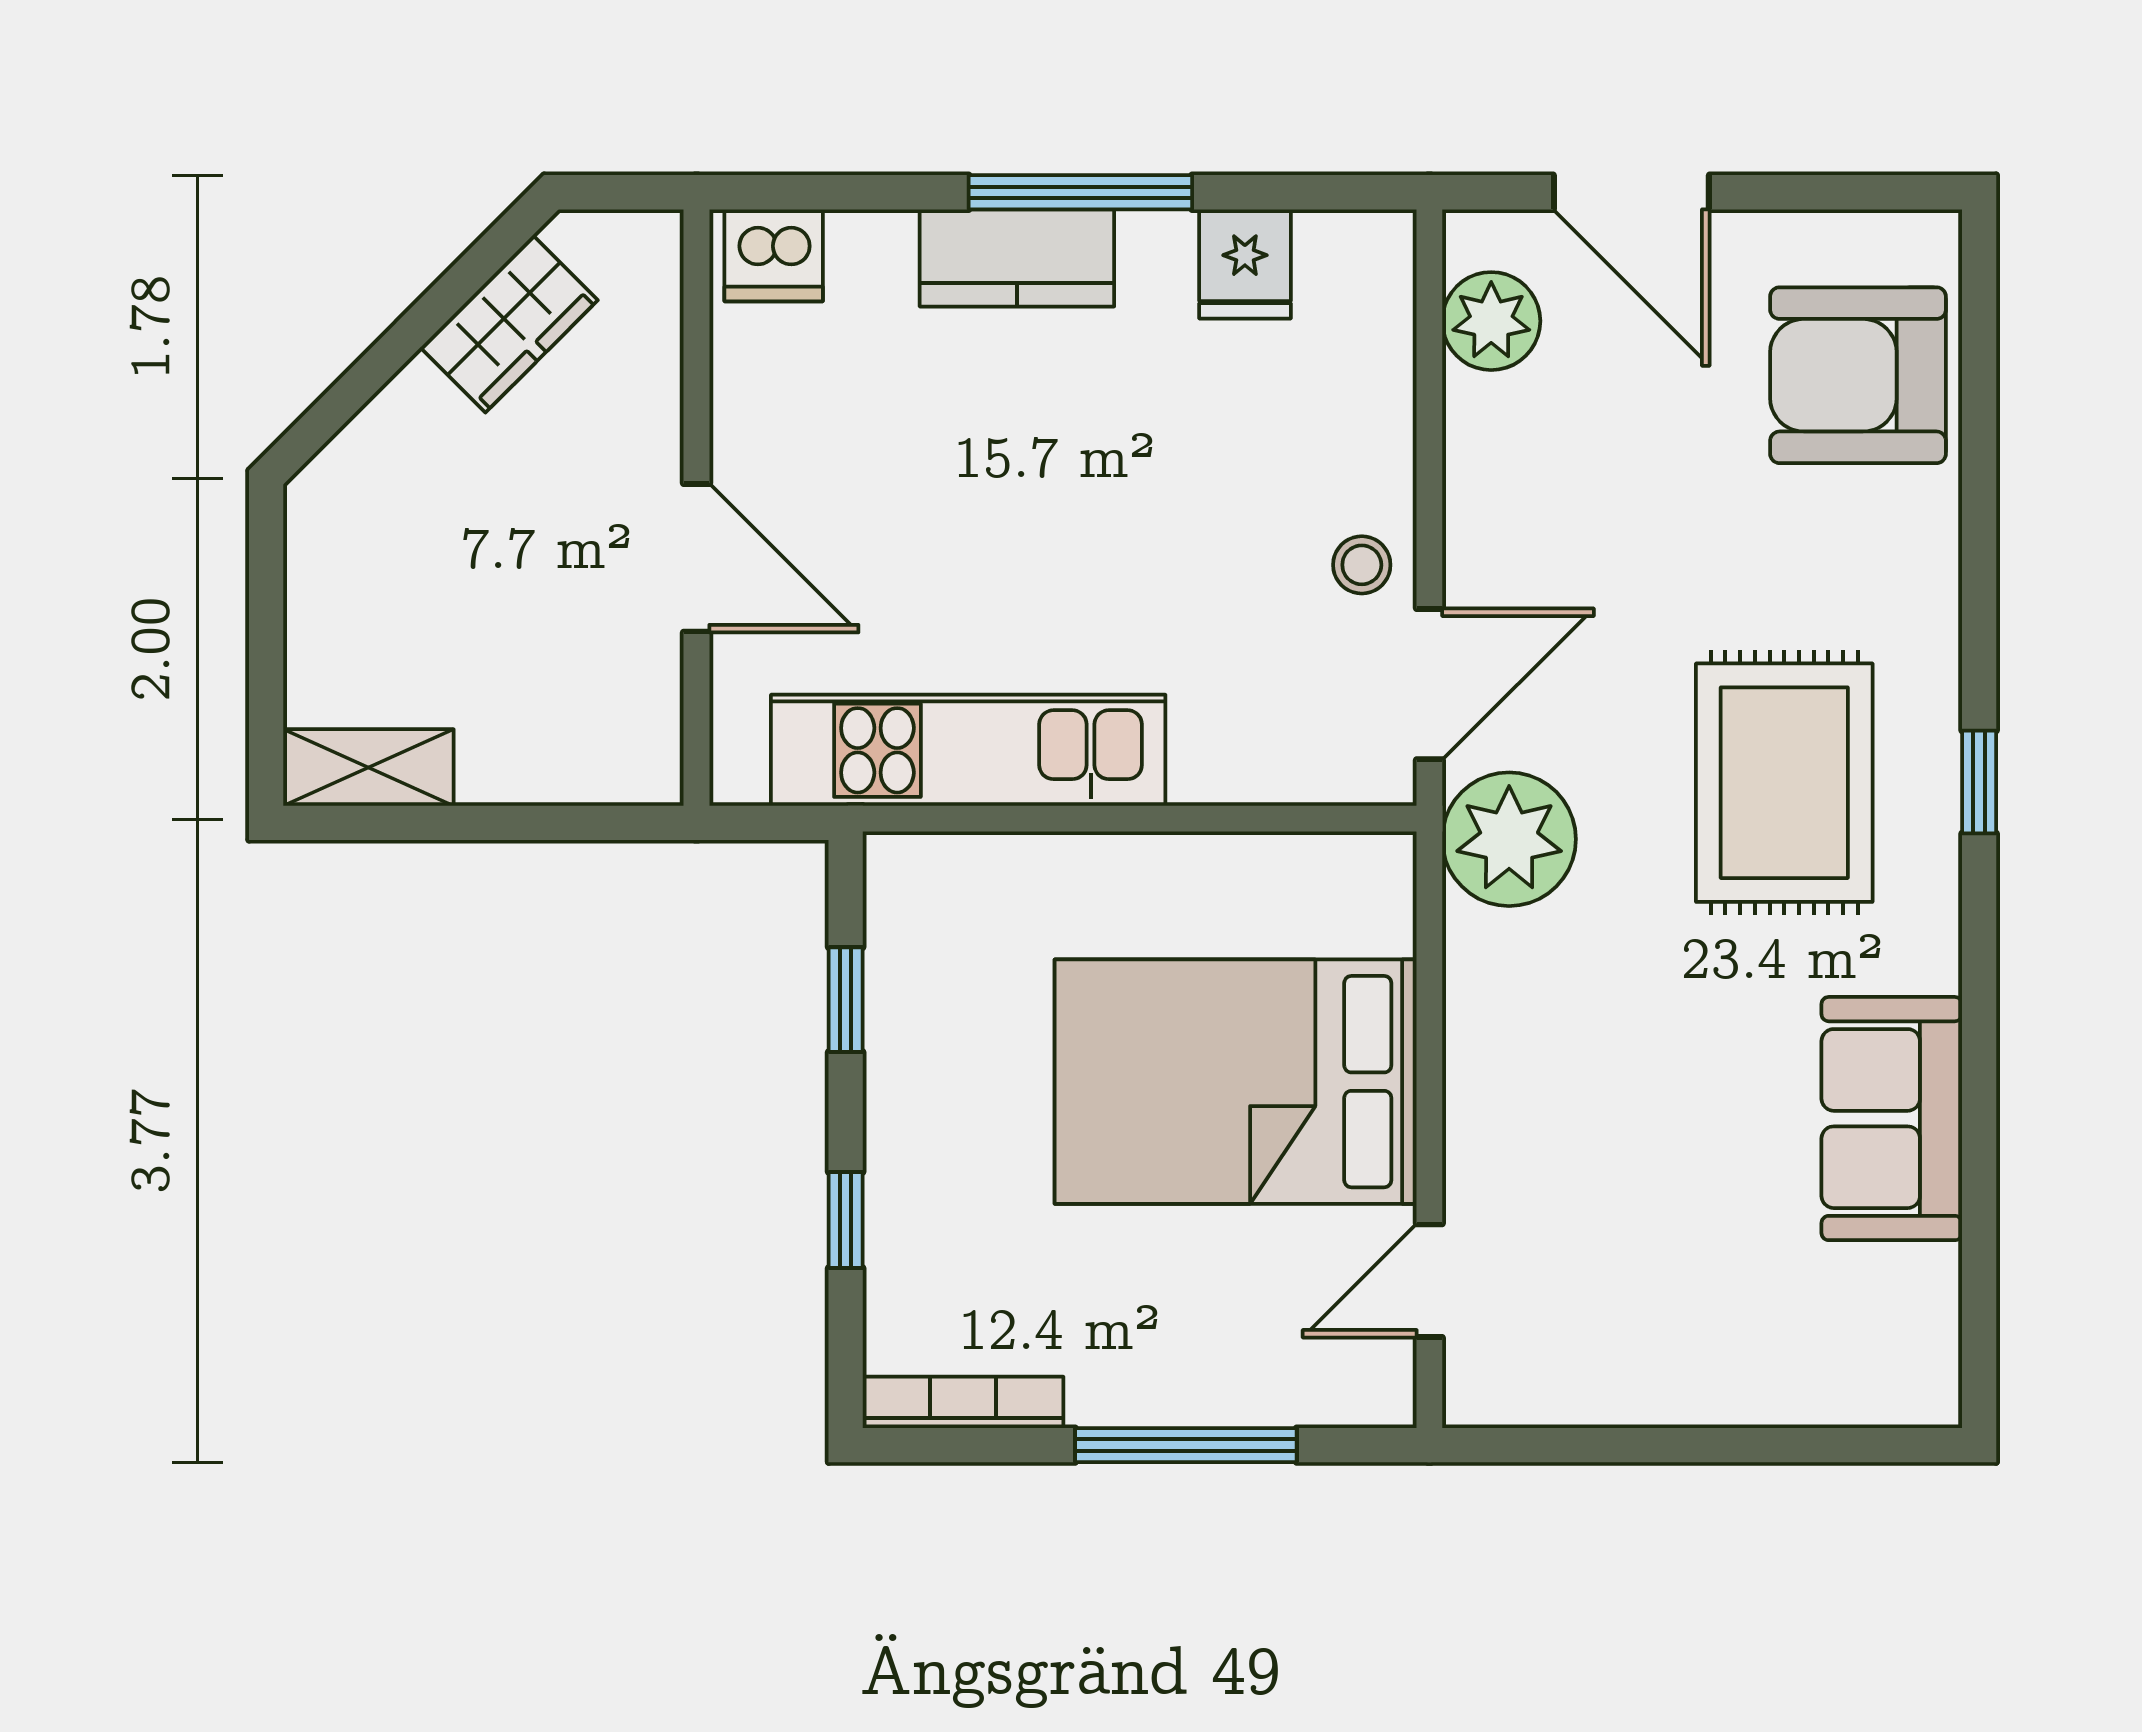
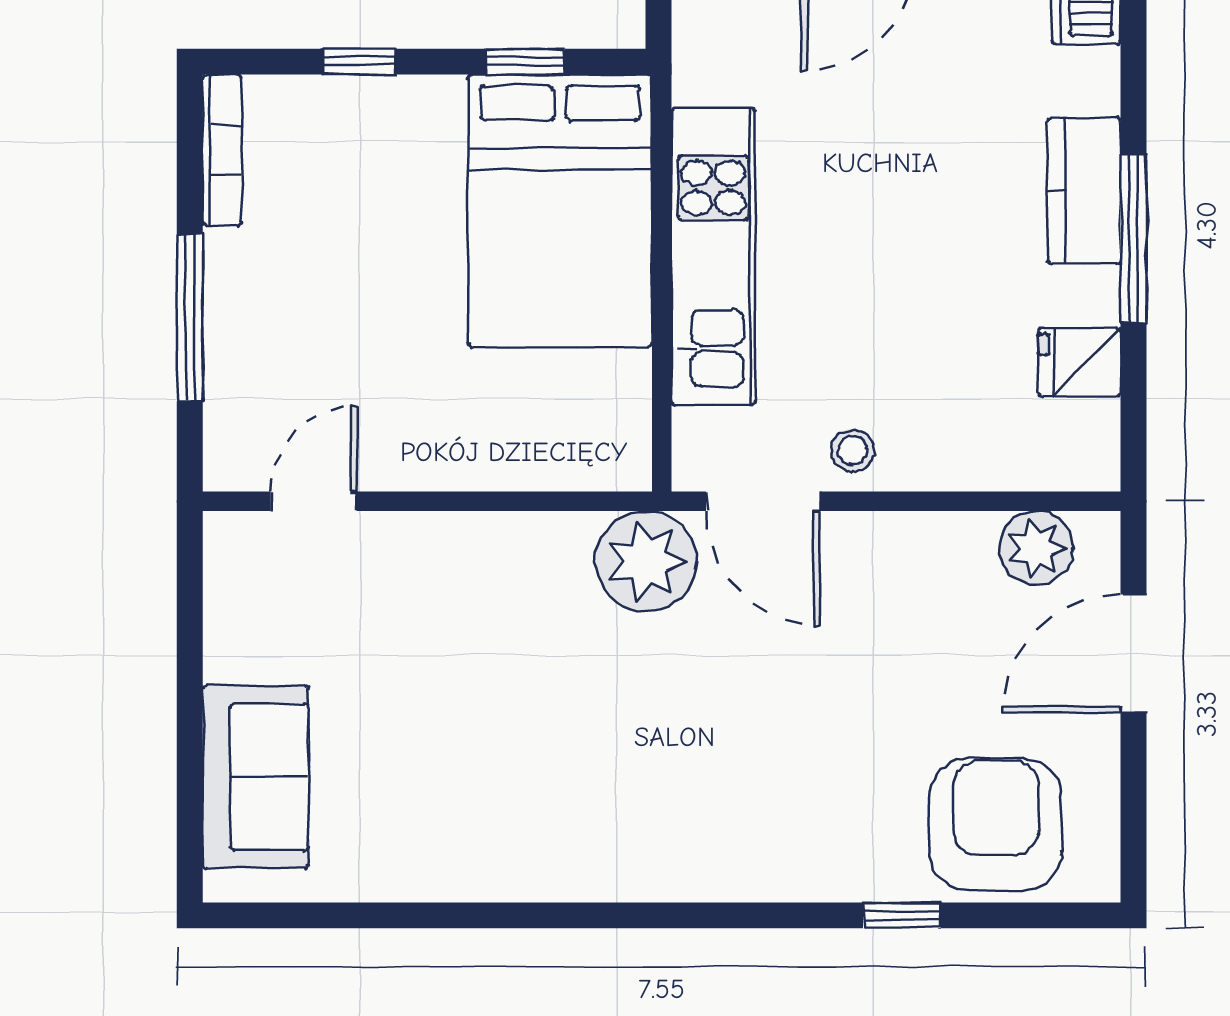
kitchen unit: (968, 750) -> (713, 256), moved
window: (1979, 782) -> (902, 915), moved
rug: (1784, 783) -> (689, 769), removed
bed: (1236, 1082) -> (560, 211), moved, turned 180
sofa: (1892, 1119) -> (256, 777), moved, turned 90
door: (1429, 1281) -> (314, 501), hinge flipped

